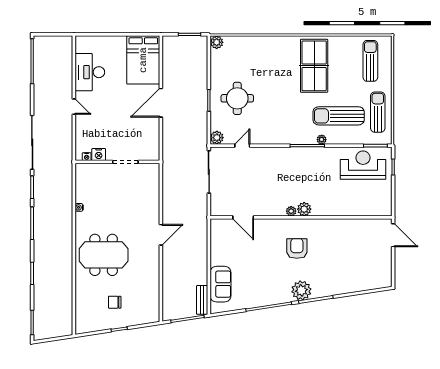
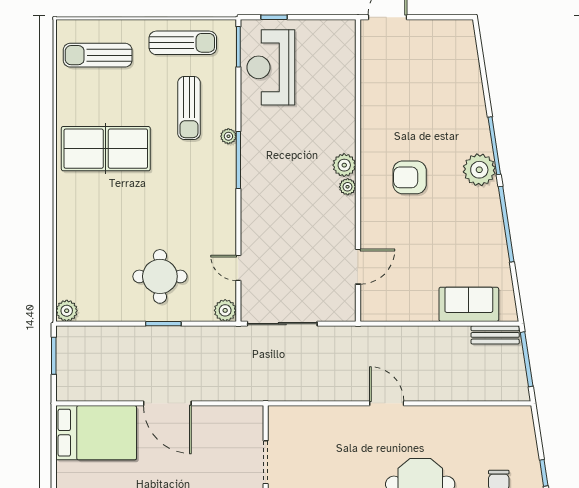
sun lounger: (378, 112) -> (183, 43), turned 180
sun lounger: (339, 116) -> (189, 108), width x0.73, depth x0.75

